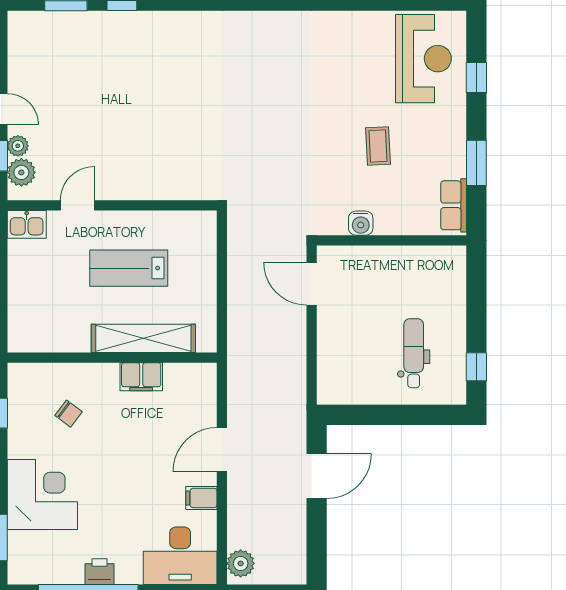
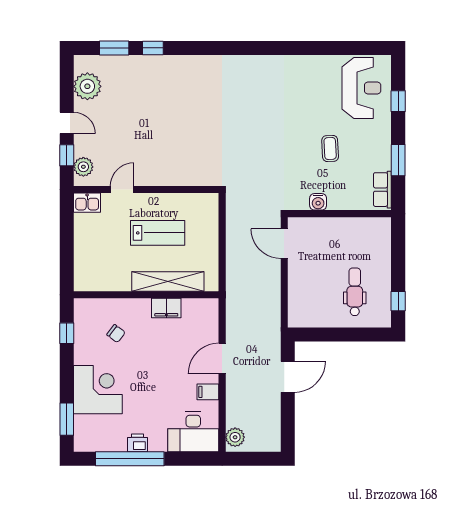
plant: (18, 146) -> (87, 86), moved, width x1.88, depth x1.88
lab bench: (129, 268) -> (158, 233), turned 180

